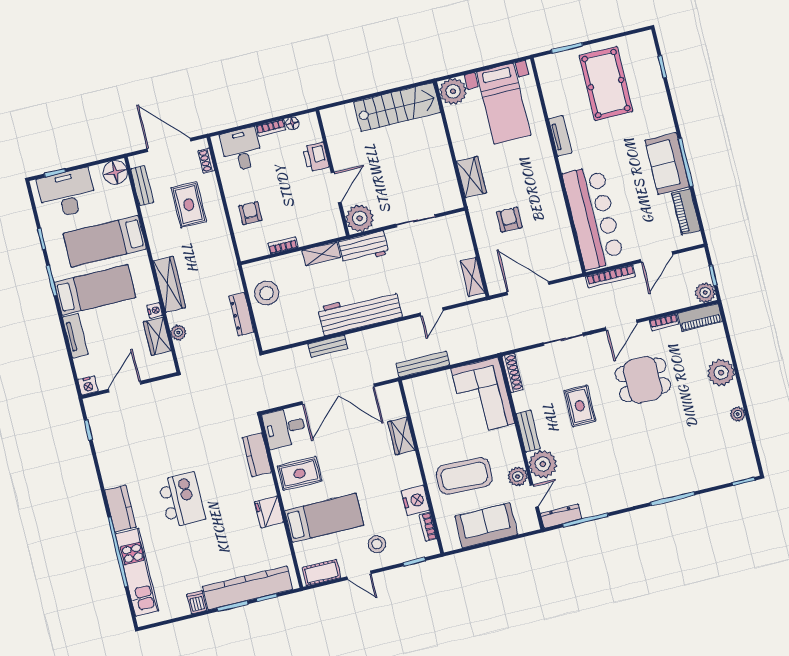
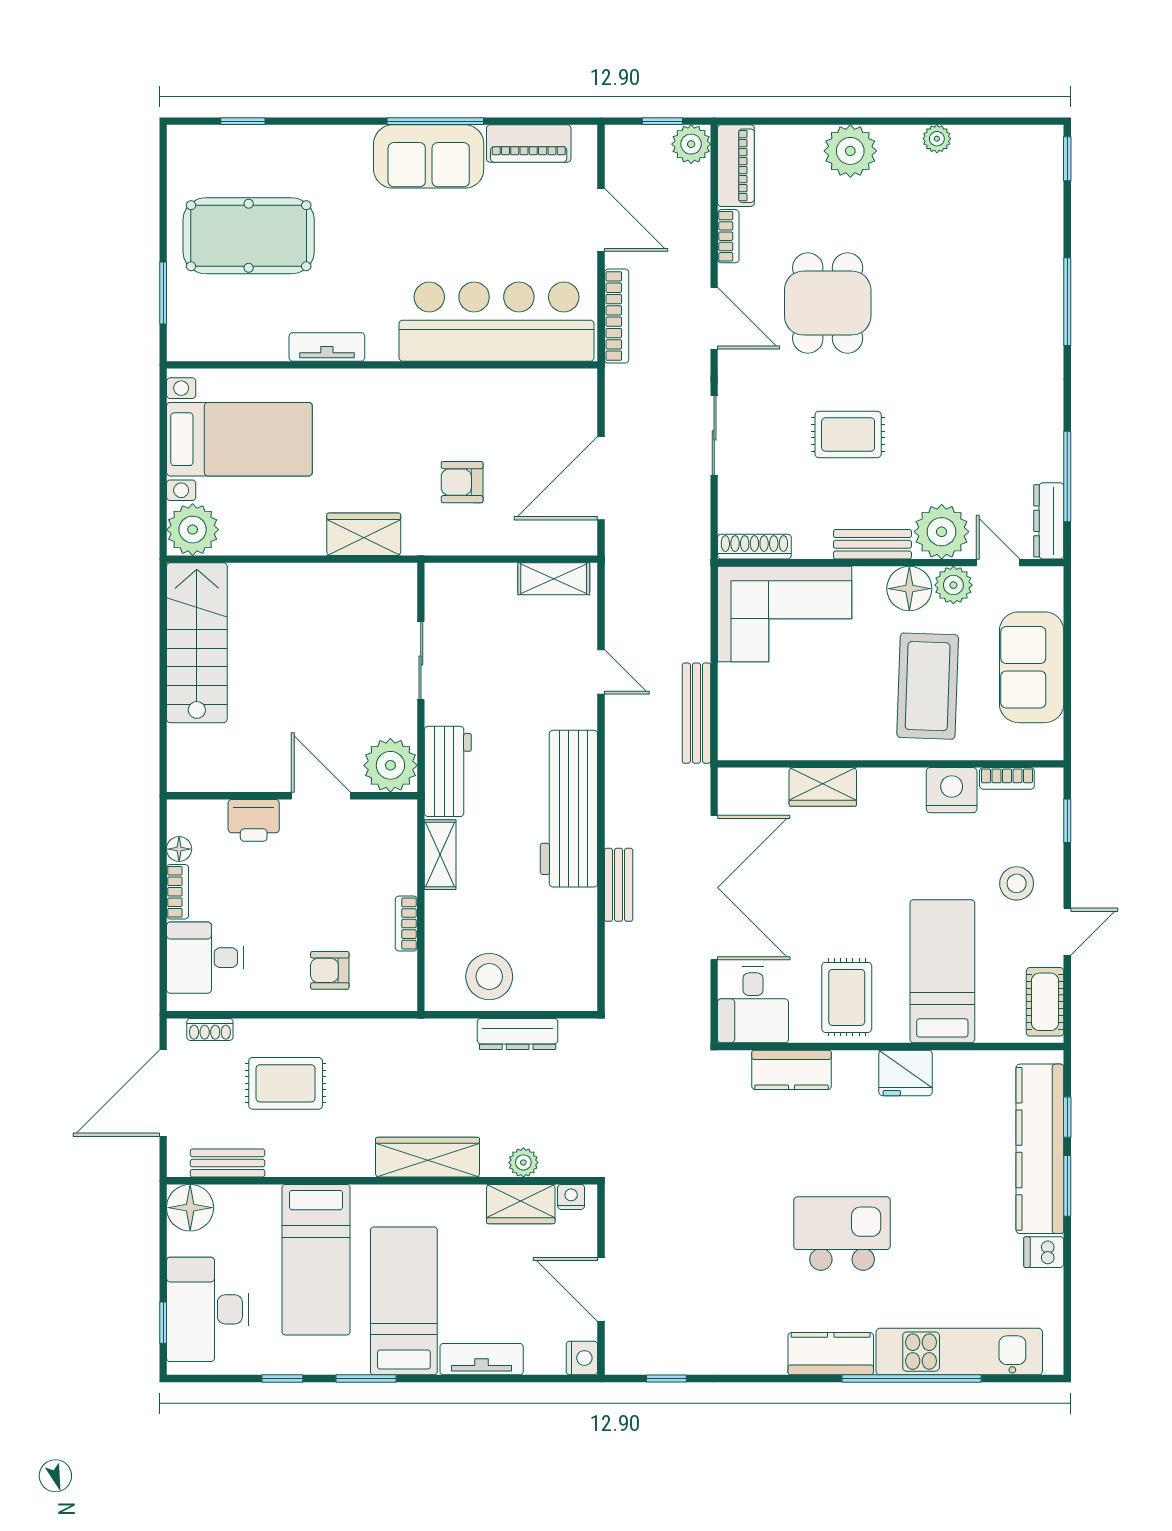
nightstand: (155, 310) -> (571, 1197), moved
floor lamp: (511, 455) -> (909, 589), added

